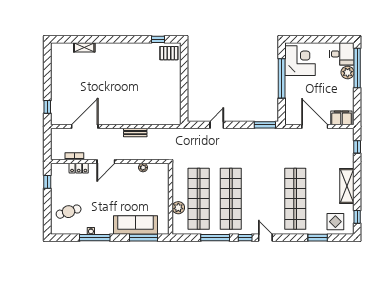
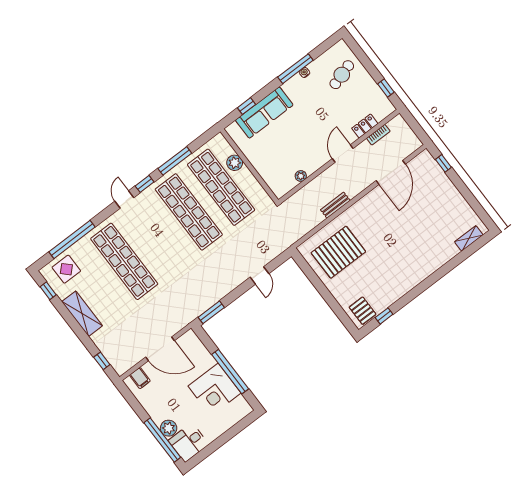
shelving: (84, 47) -> (469, 238), moved
pallet: (169, 53) -> (363, 311), turned 90
corner desk: (300, 61) -> (215, 390), moved
pallet: (156, 101) -> (338, 252), added
filing cabinet: (341, 118) -> (140, 378), width x0.50
window: (144, 238) -> (246, 106), width x0.46
door: (265, 238) -> (124, 199), swing flipped
window: (318, 238) -> (72, 239), width x2.11

